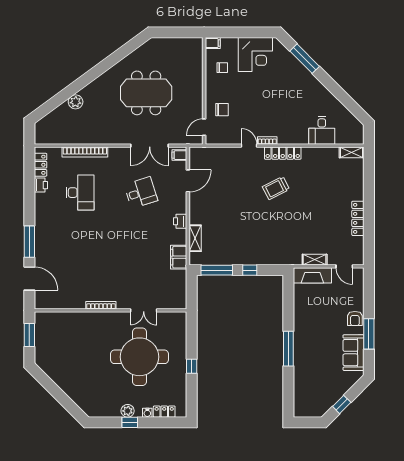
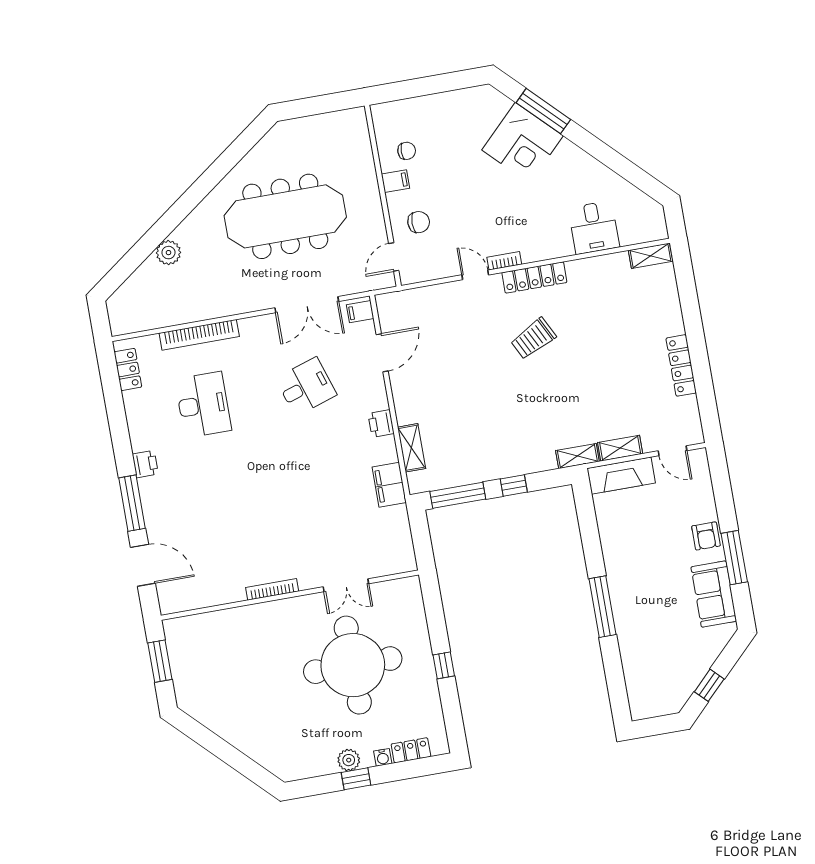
filing cabinet: (213, 43) -> (395, 181), moved
corner desk: (255, 55) -> (523, 143), moved, turned 45
meeting table: (146, 93) -> (285, 216), width x1.36
printer: (41, 185) -> (145, 464), moved
shelving: (289, 260) -> (577, 456), added

